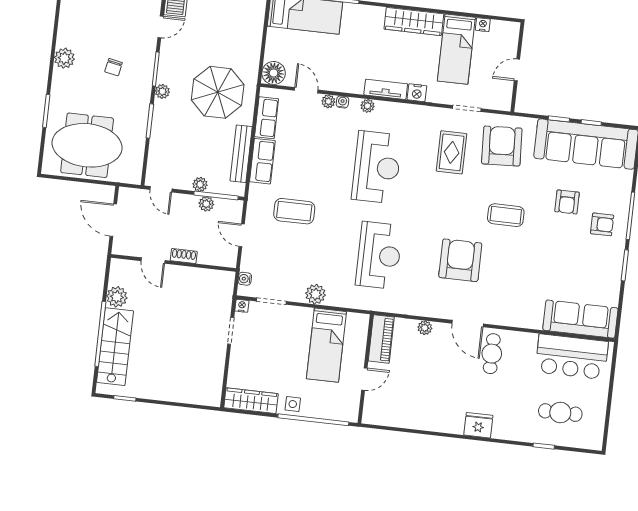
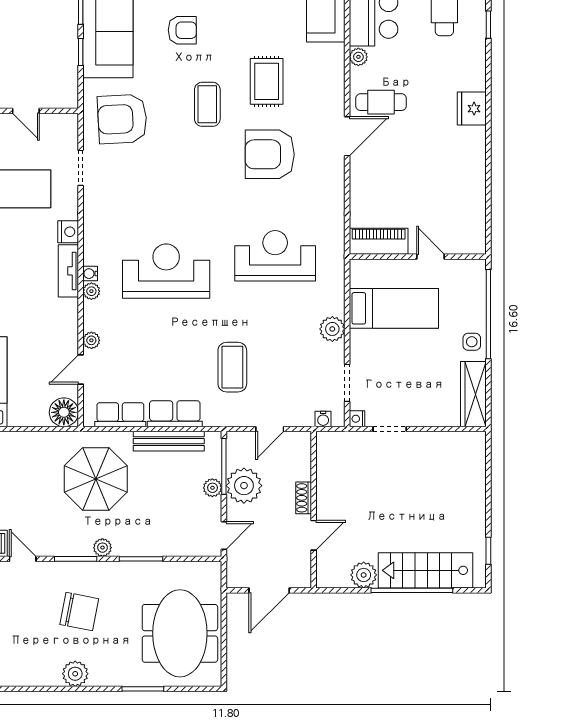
chair: (113, 67) -> (79, 612), width x1.87, depth x1.87
water cooler: (342, 102) -> (90, 274), moved
rug: (452, 152) -> (267, 81), moved, turned 90
plant: (206, 204) -> (244, 486), width x1.88, depth x1.88
plant: (425, 328) -> (358, 57), moved

